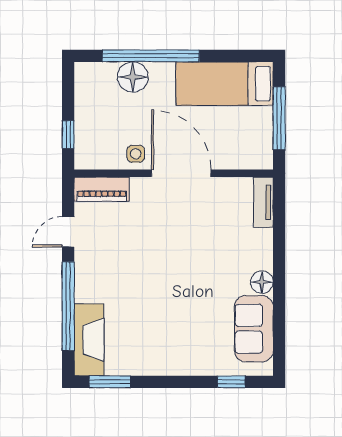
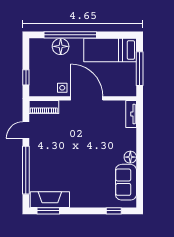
fireplace: (89, 340) -> (50, 200), moved, turned -90

